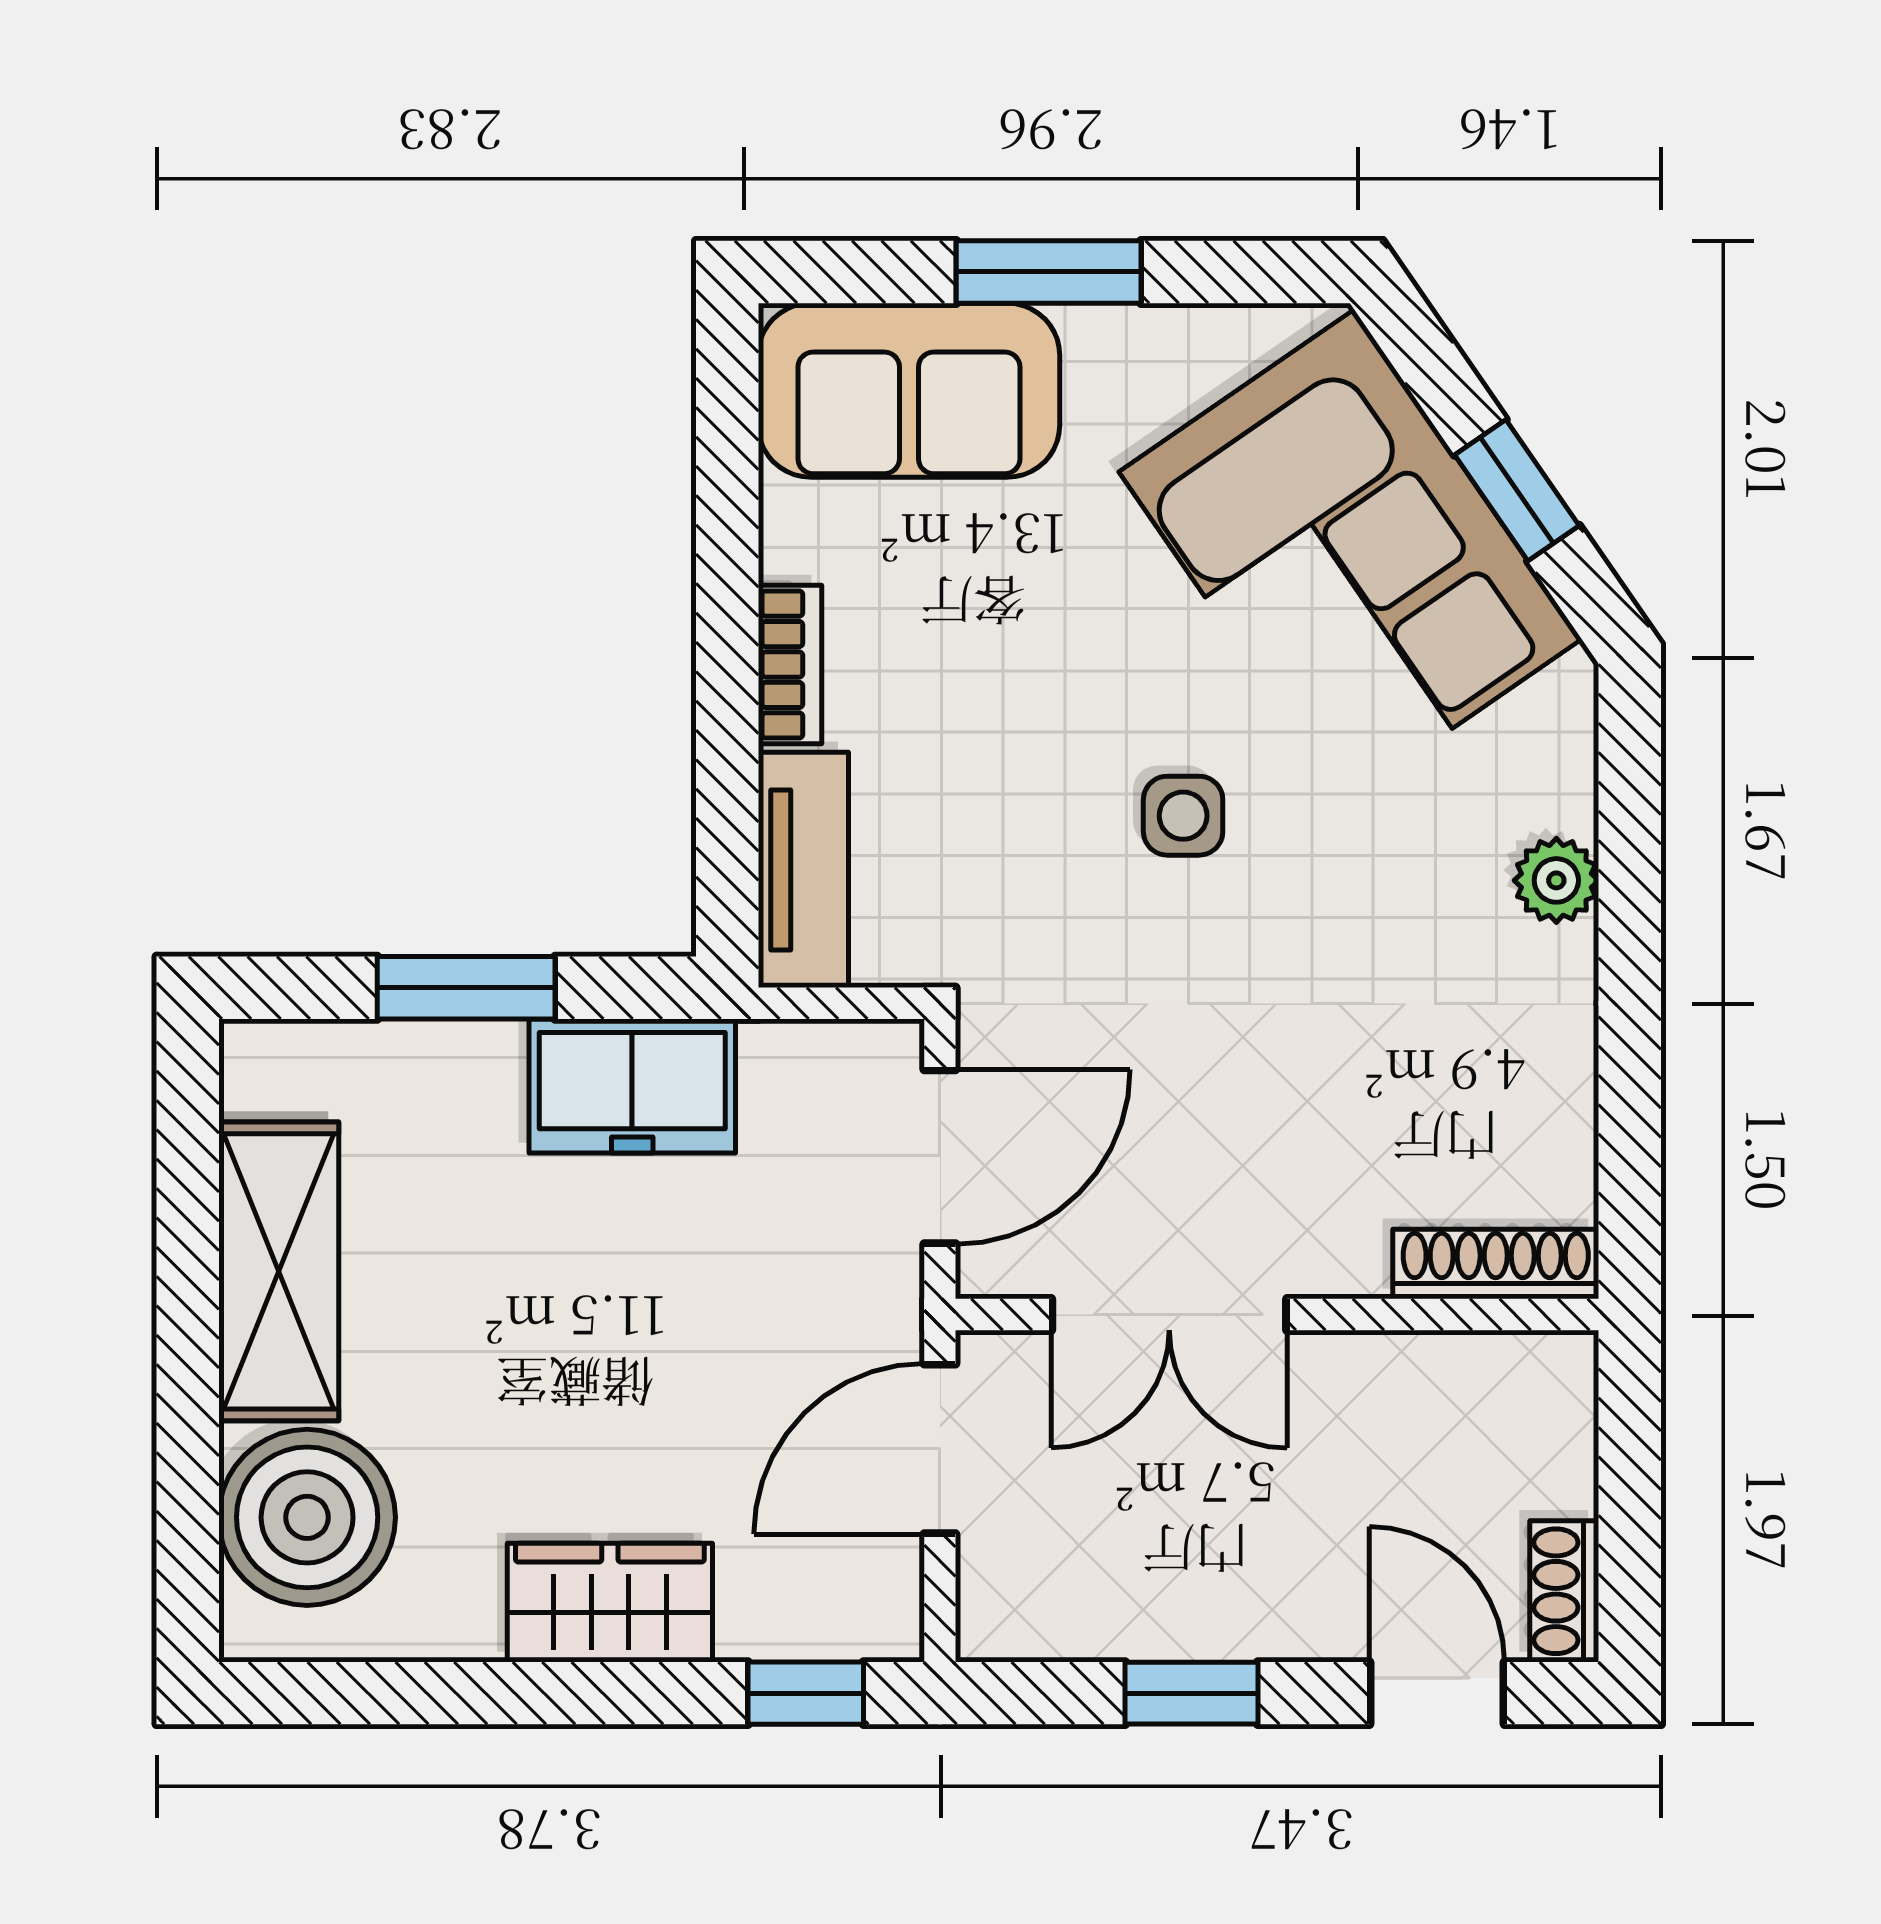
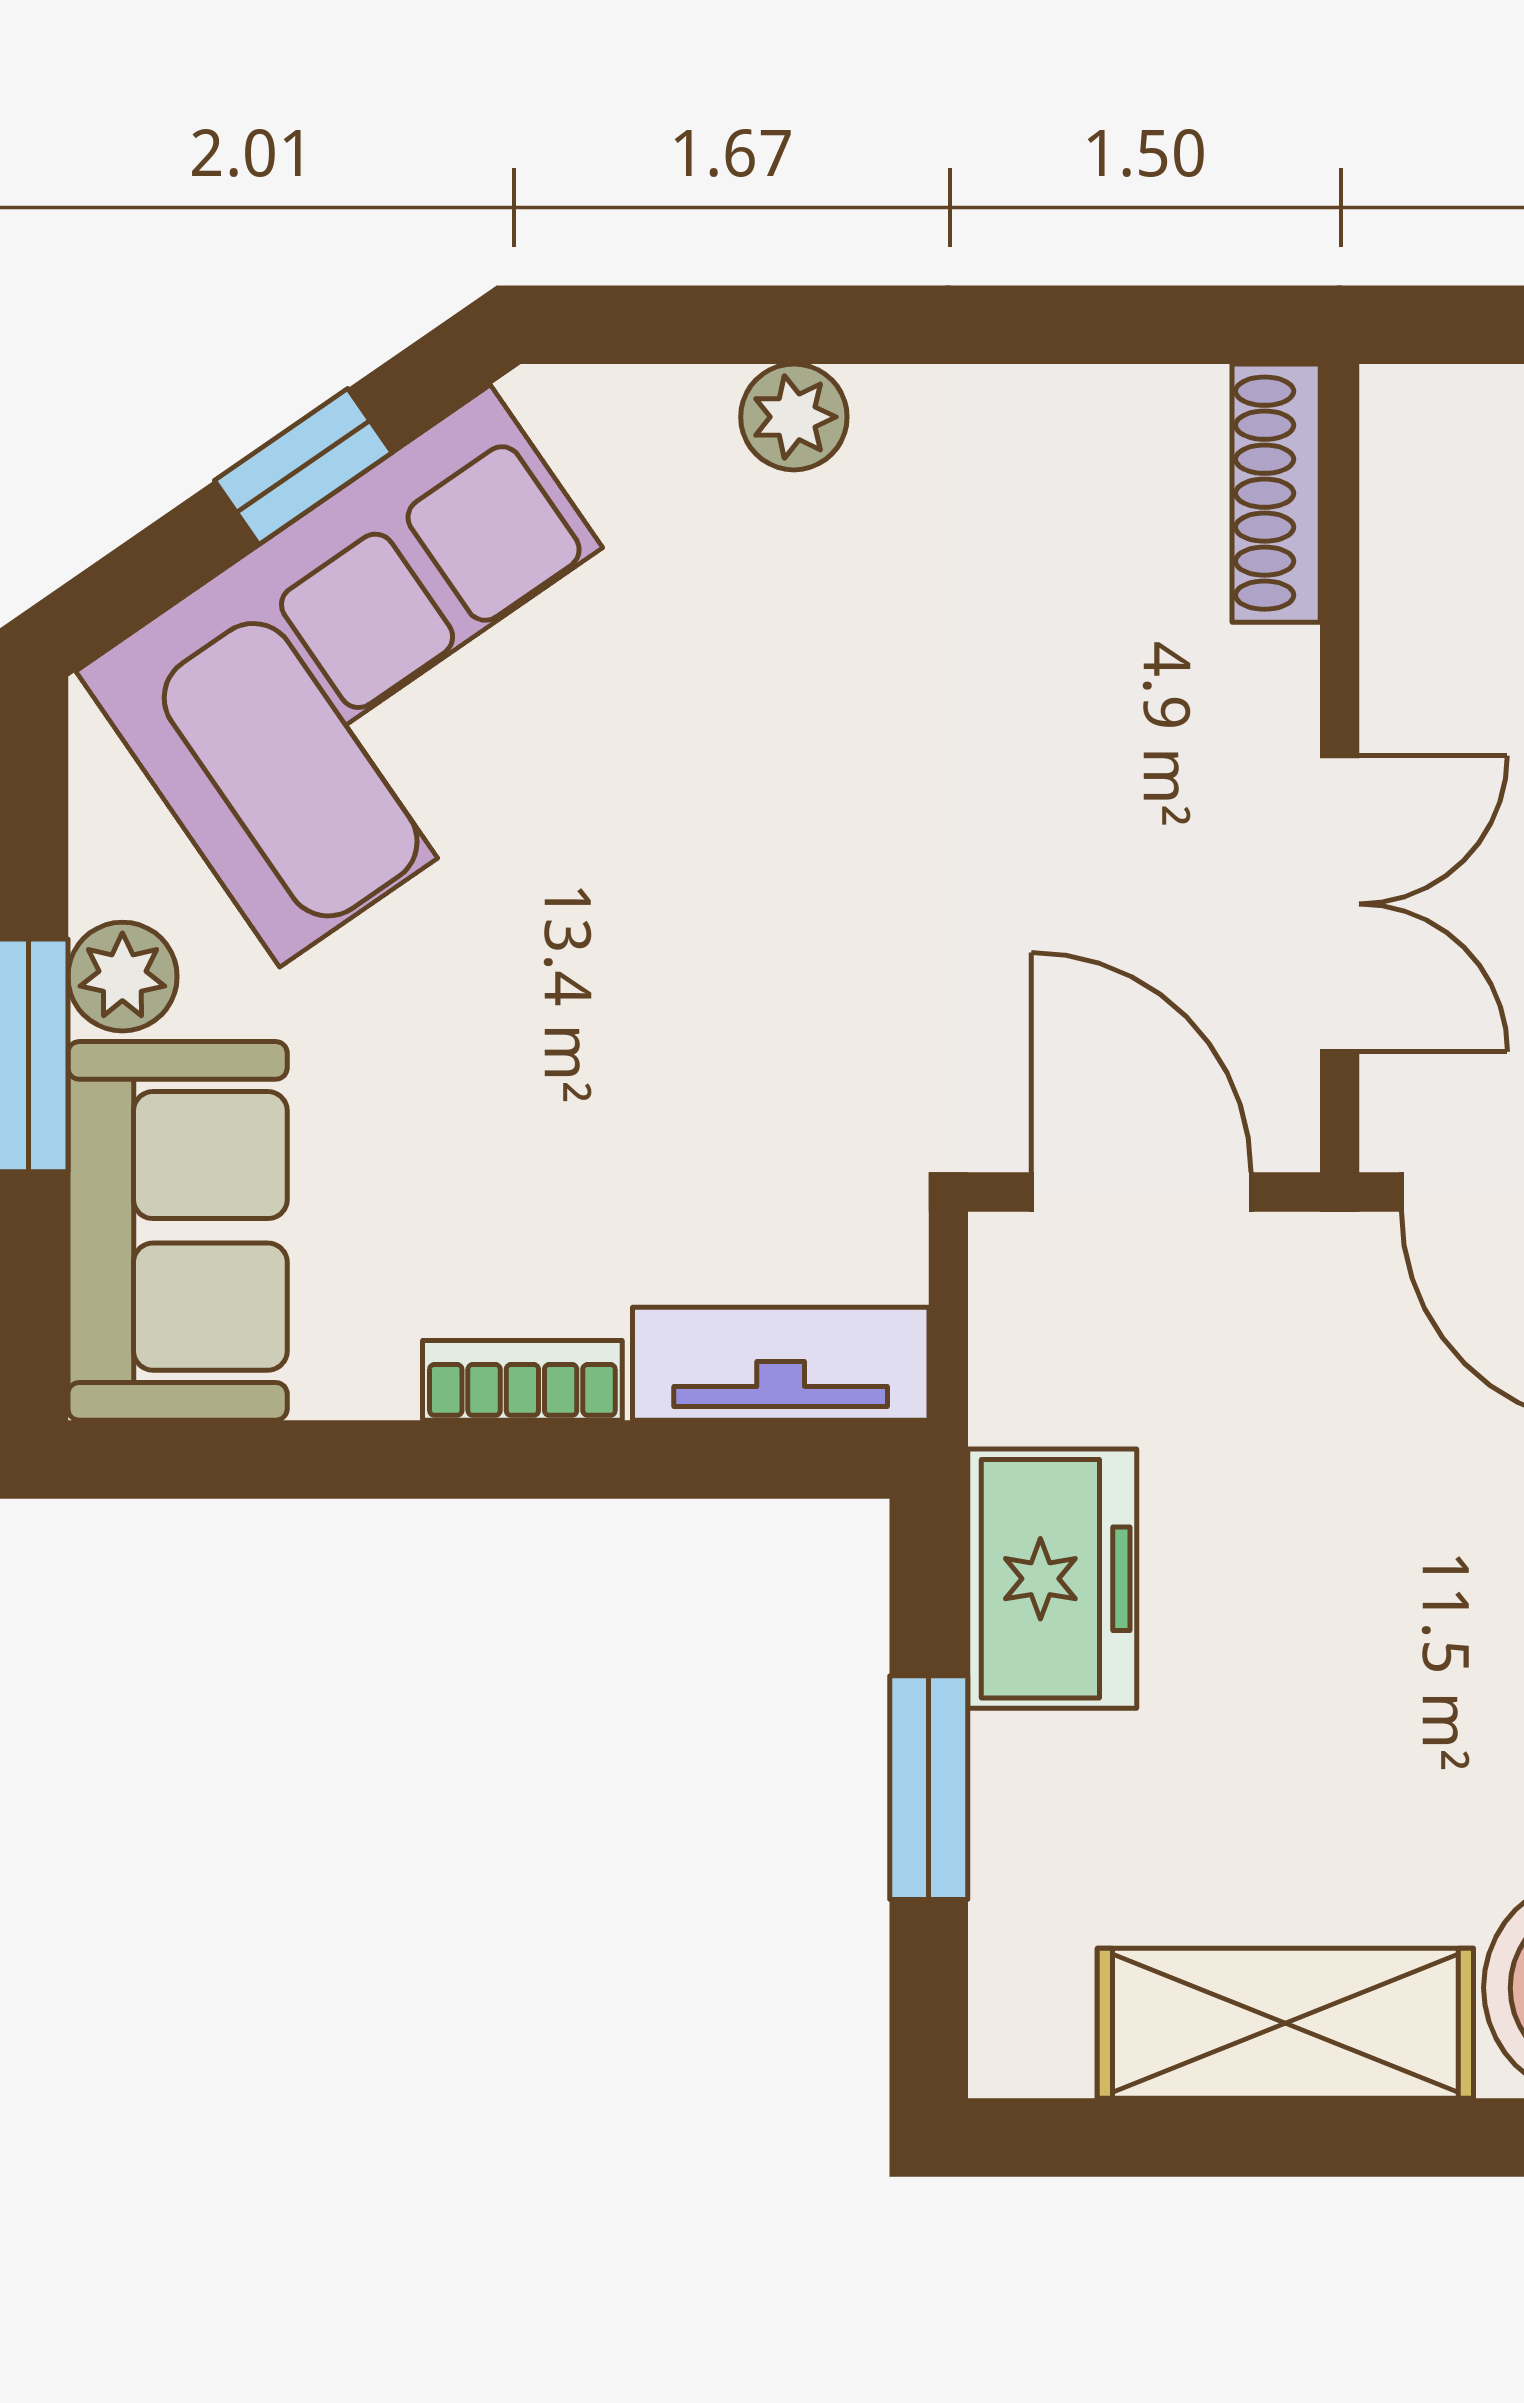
plant: (1111, 346) -> (122, 977), added
side table: (1183, 816) -> (712, 886), removed

